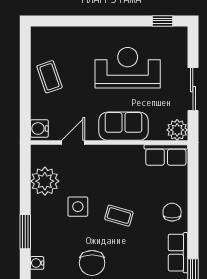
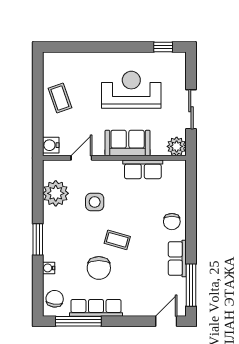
row of seats: (166, 155) -> (143, 169), moved
side table: (78, 207) -> (95, 202), moved
chair: (172, 212) -> (172, 222), turned 180
coffee table: (119, 216) -> (117, 240), moved

